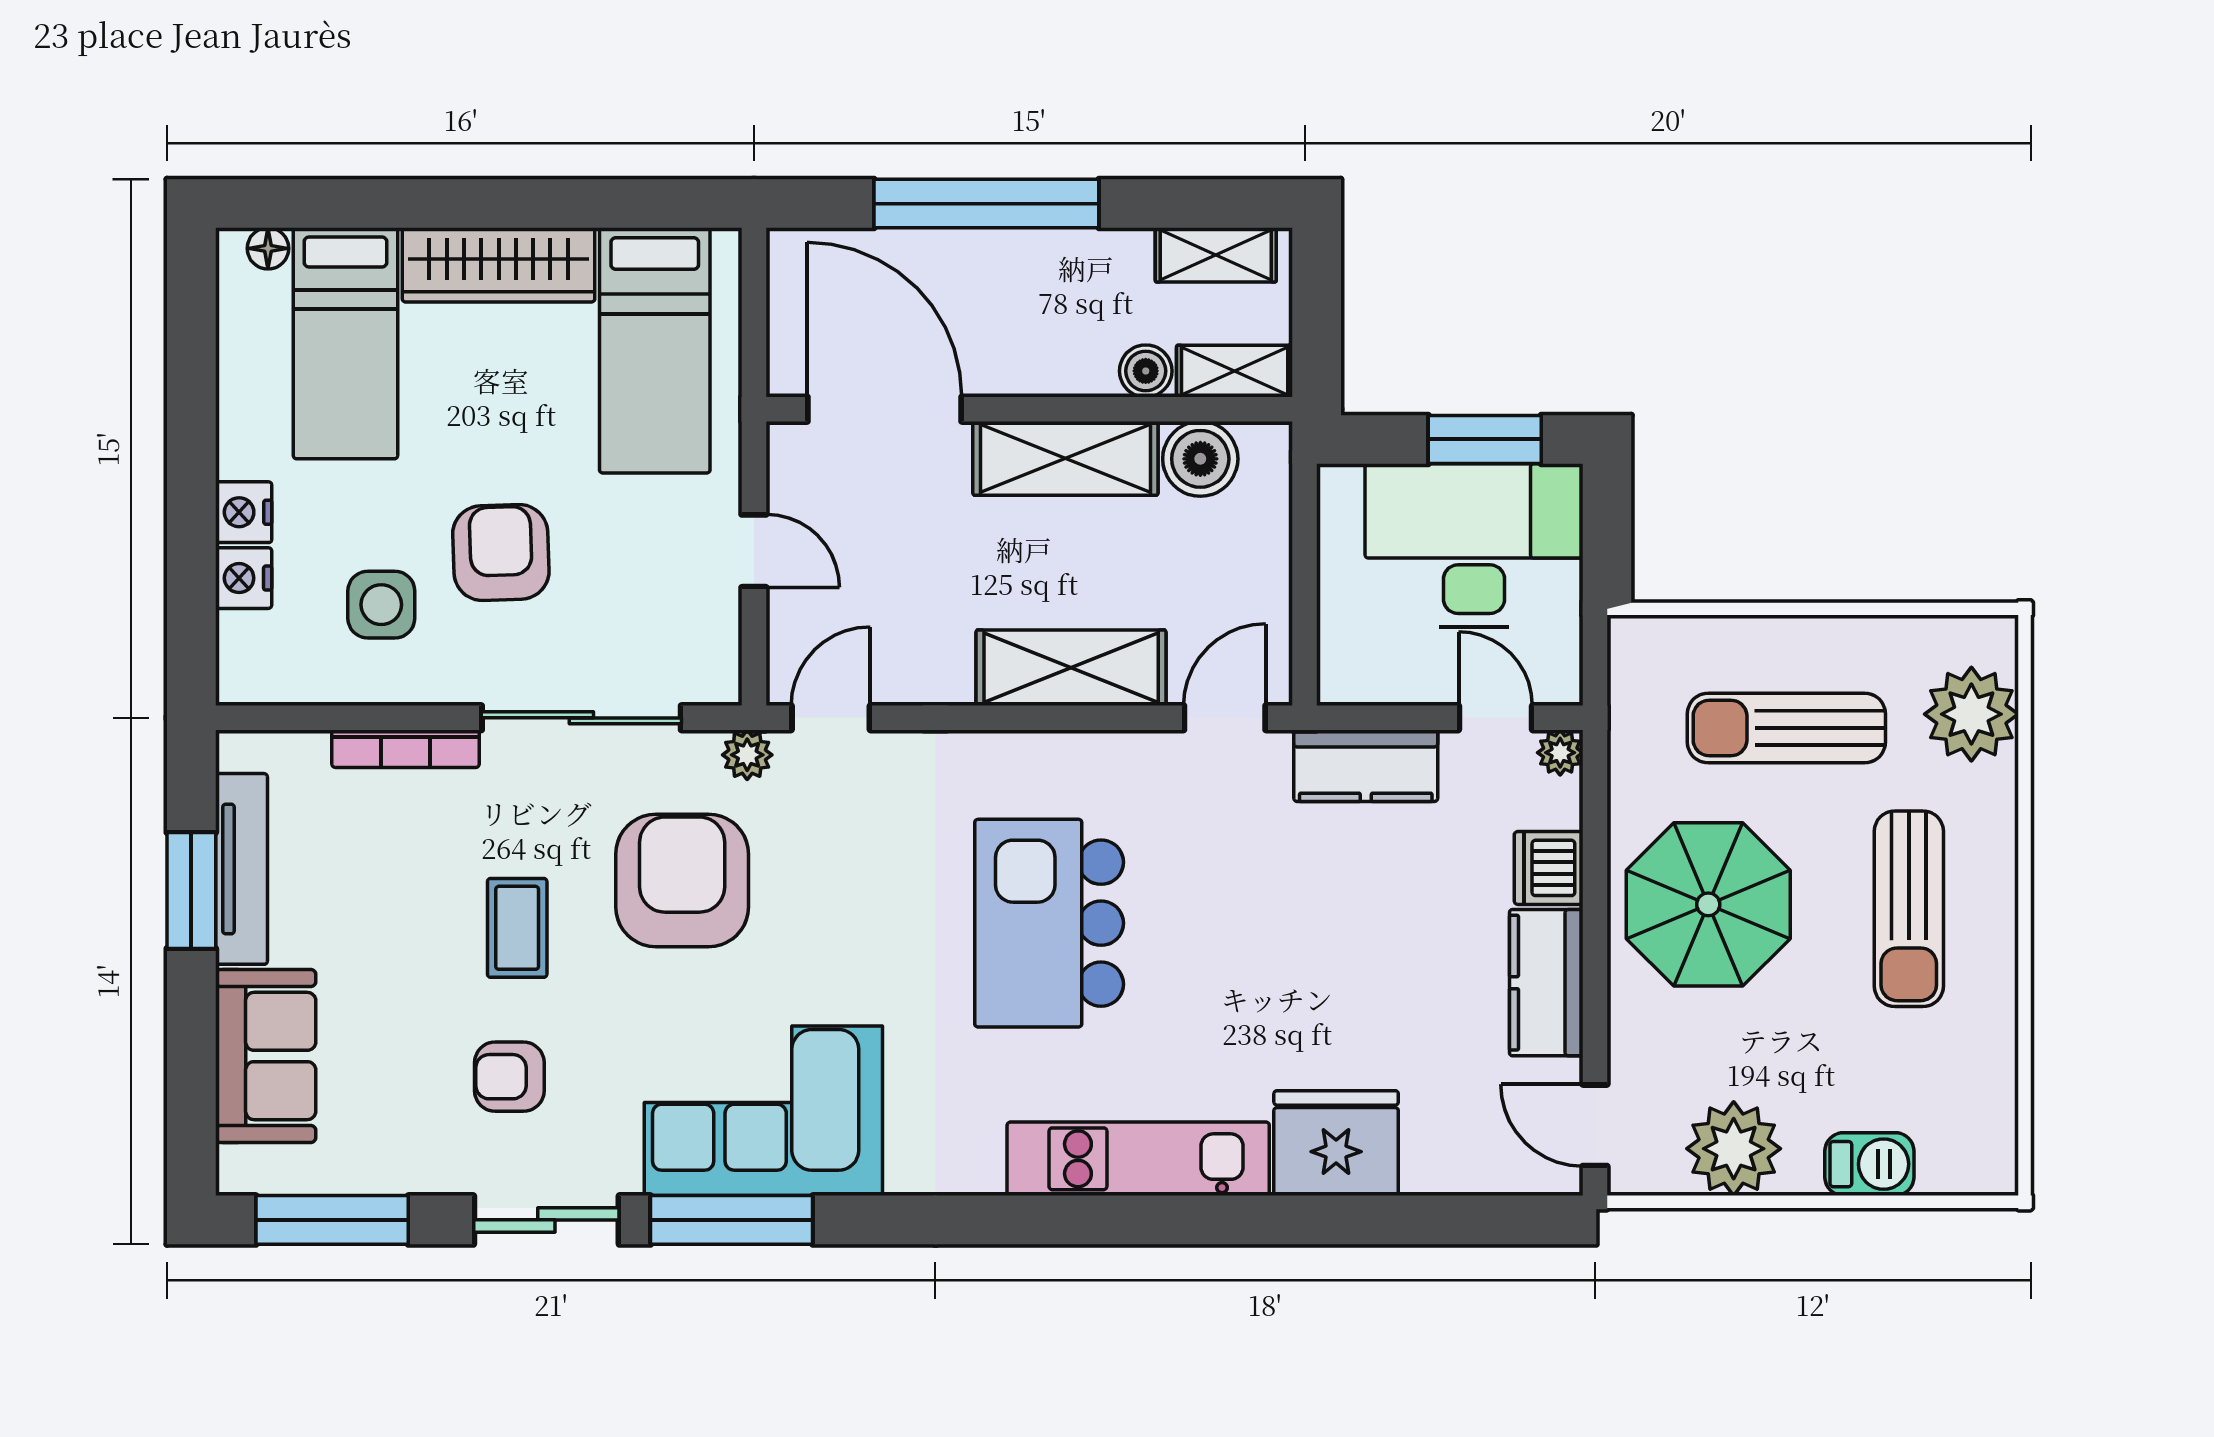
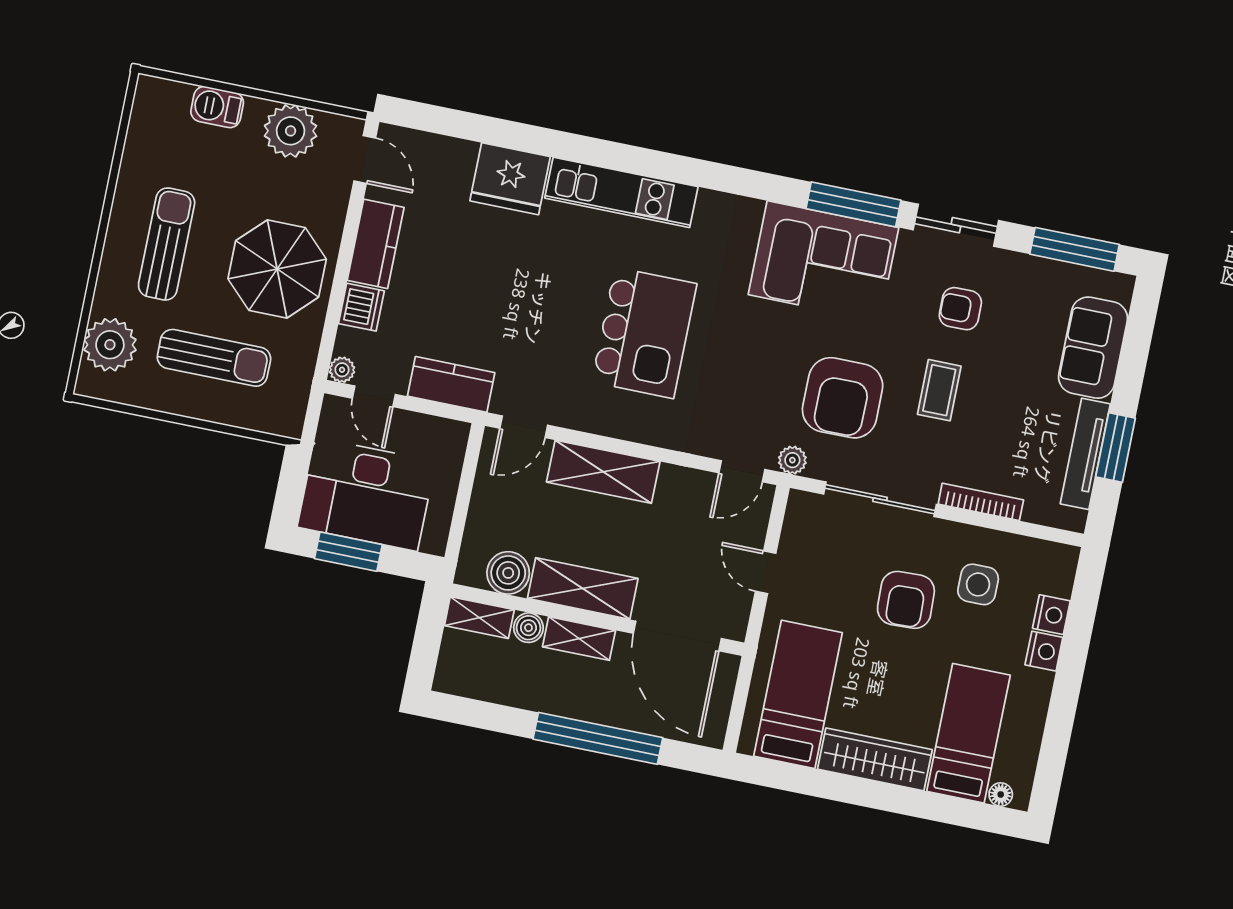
shelving: (1216, 255) -> (579, 639), moved
armchair: (509, 1077) -> (960, 309), turned 180

